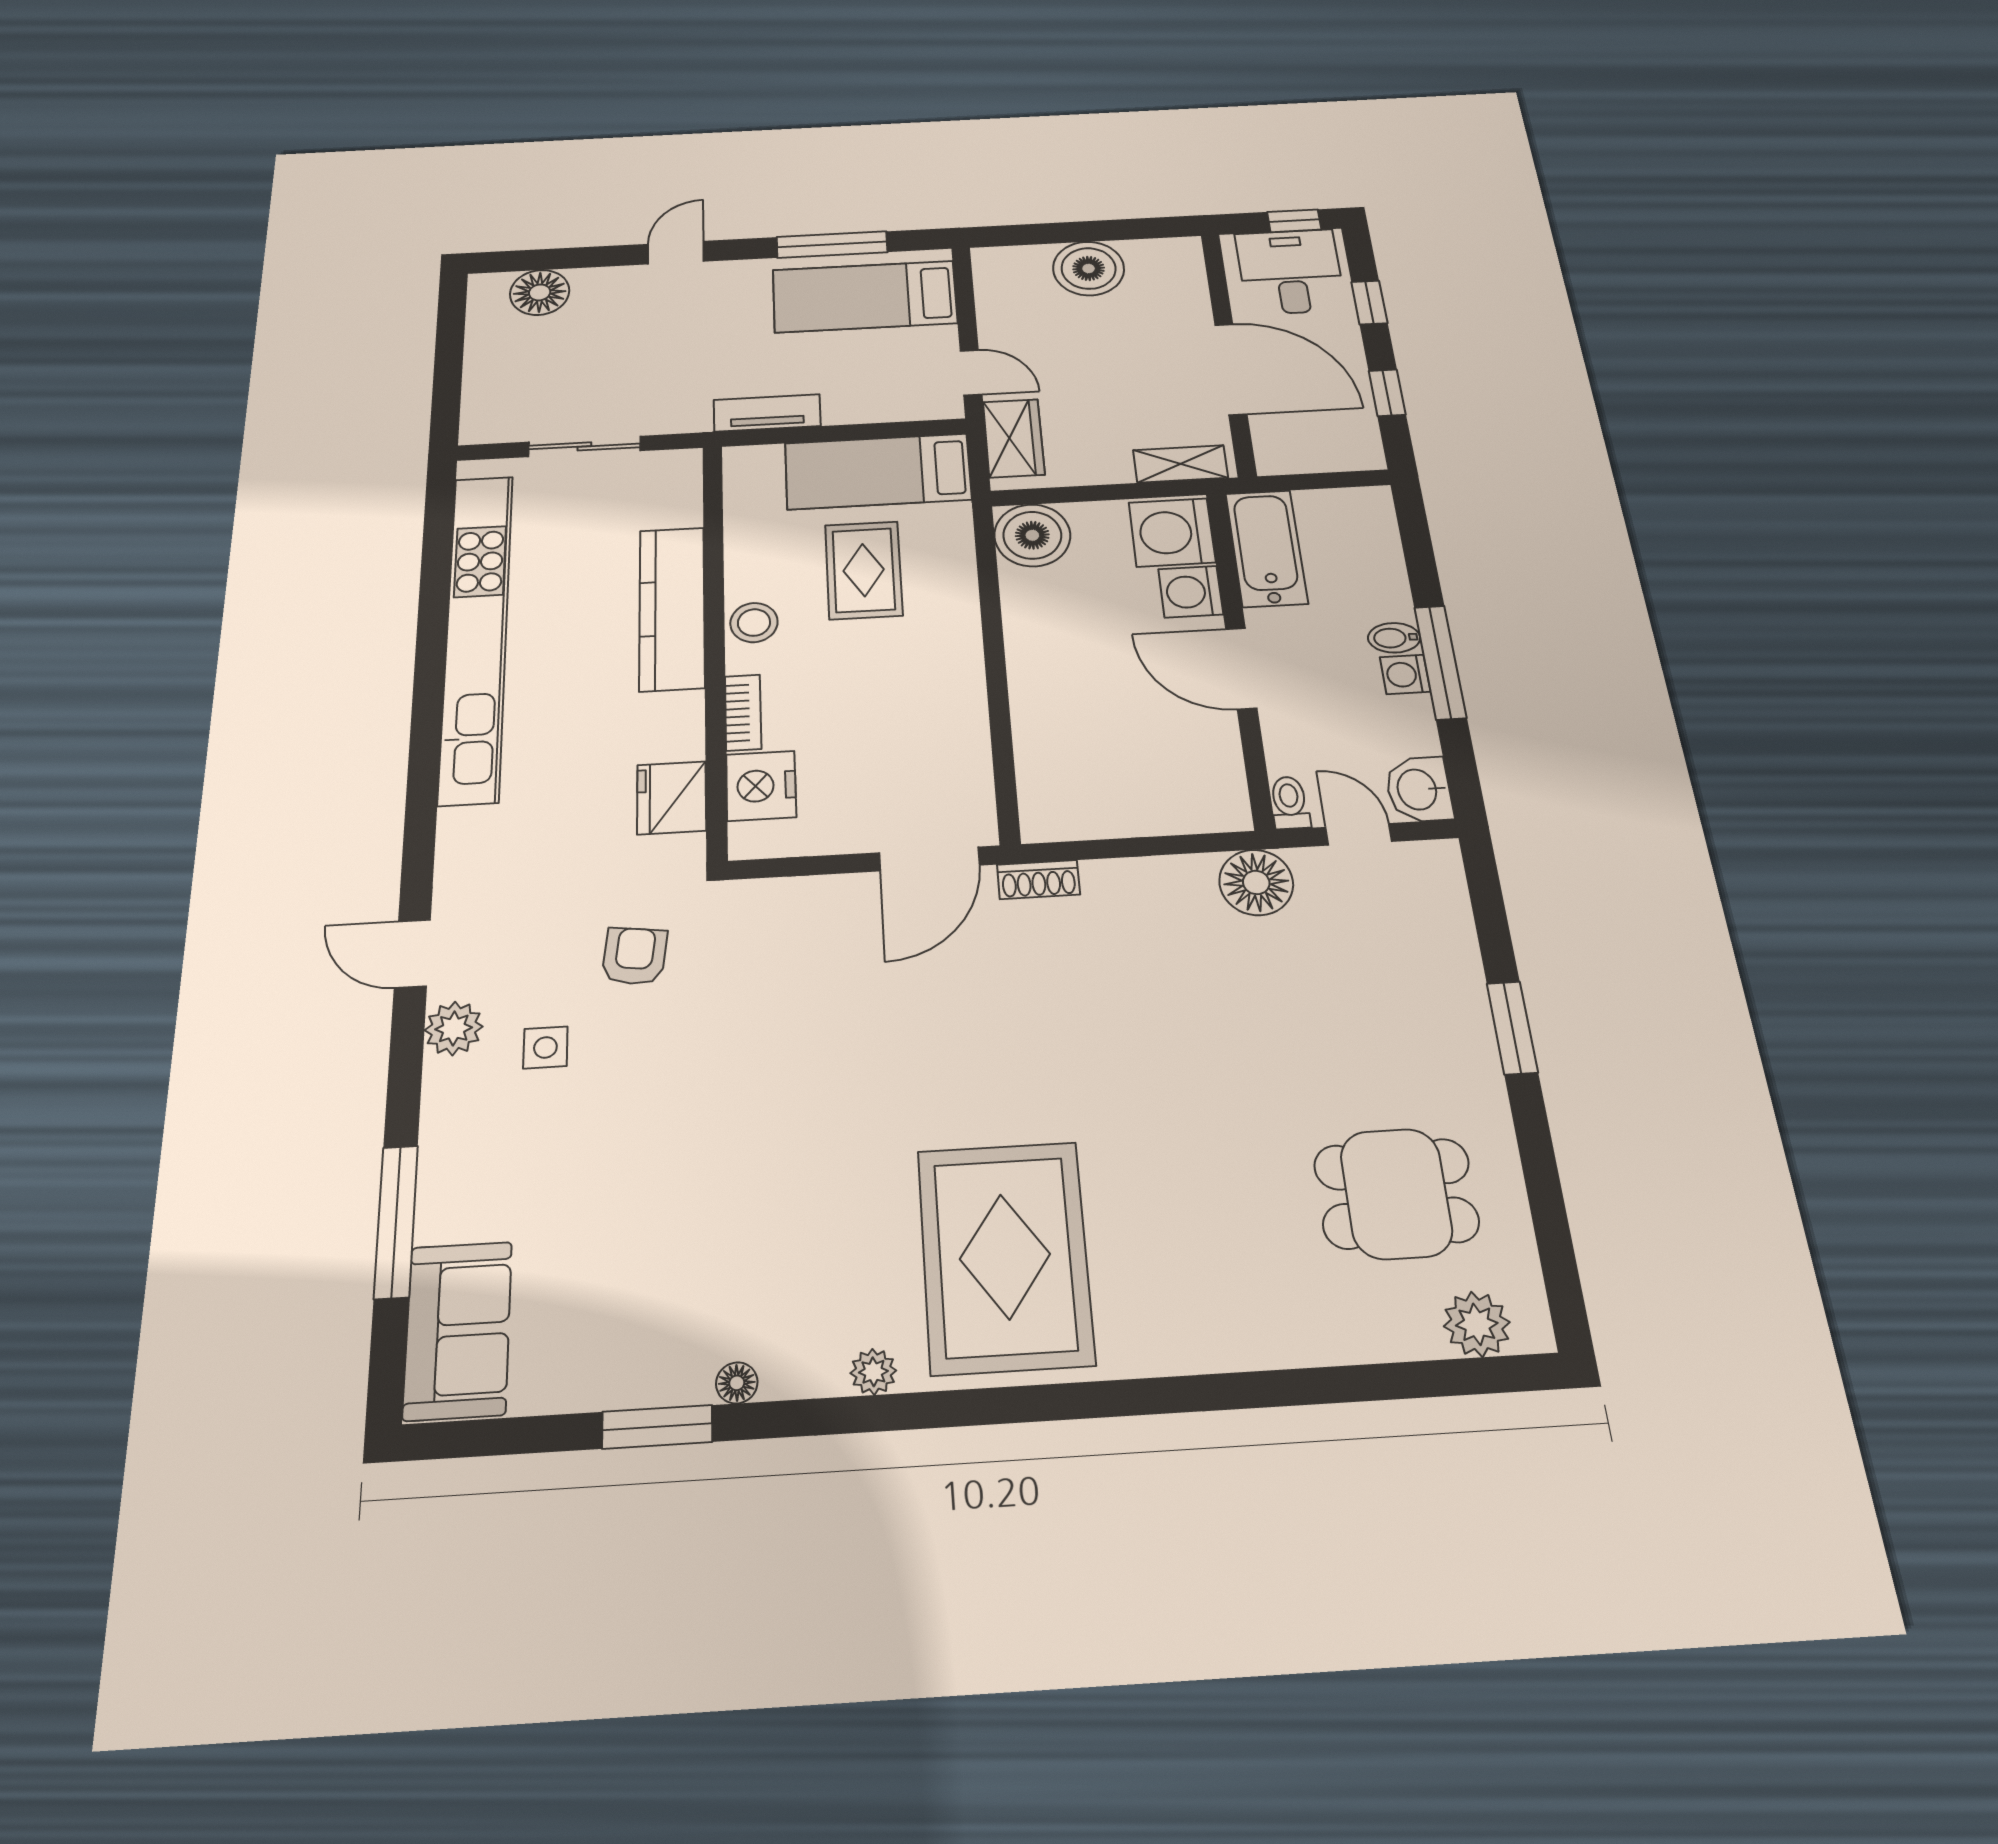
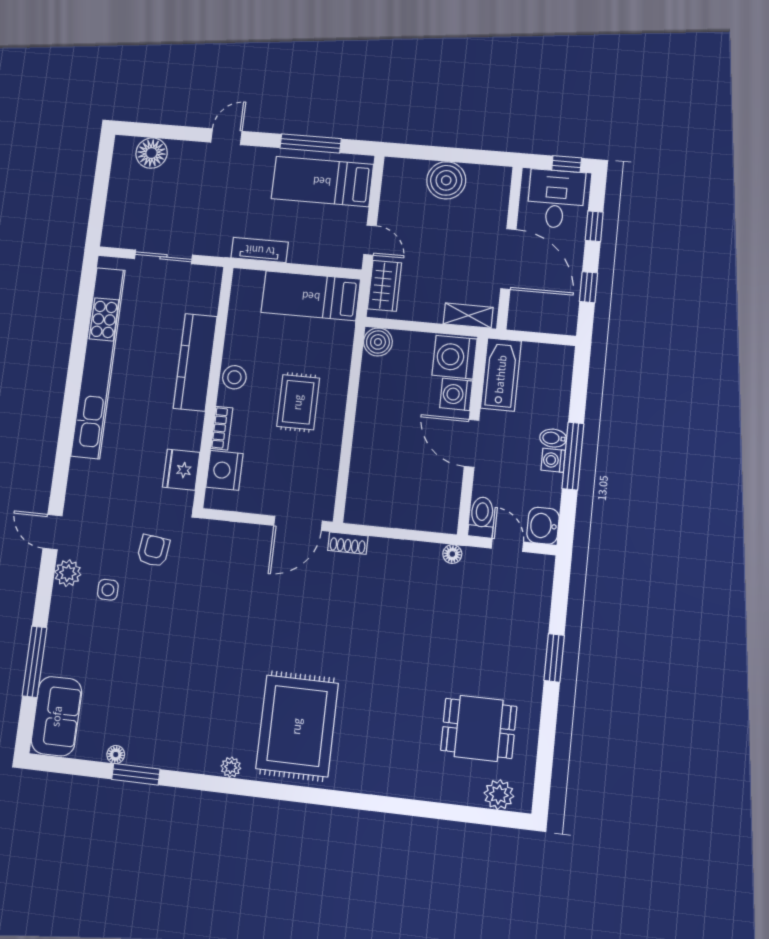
boiler: (1032, 535) -> (378, 342), width x0.73, depth x0.73
rug: (864, 570) -> (298, 402), moved
toilet: (1290, 803) -> (482, 517), width x1.37, depth x1.39
floor lamp: (1256, 882) -> (452, 554), width x0.53, depth x0.53
floor lamp: (737, 1383) -> (116, 755), moved

